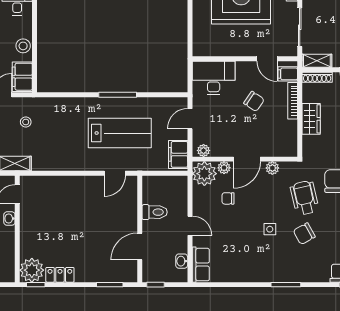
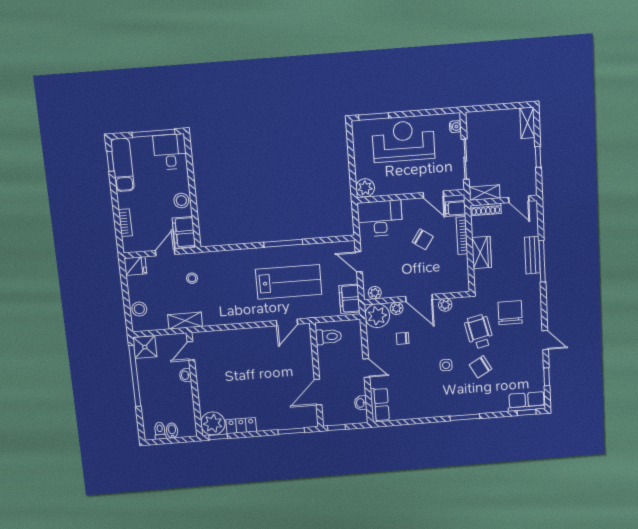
plant: (201, 47) -> (365, 188), added
door: (190, 119) -> (359, 262), hinge flipped
door: (247, 159) -> (419, 298), hinge flipped
toilet: (155, 212) -> (329, 337), moved

